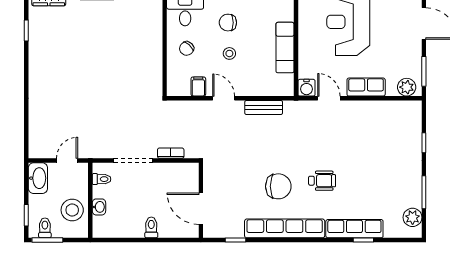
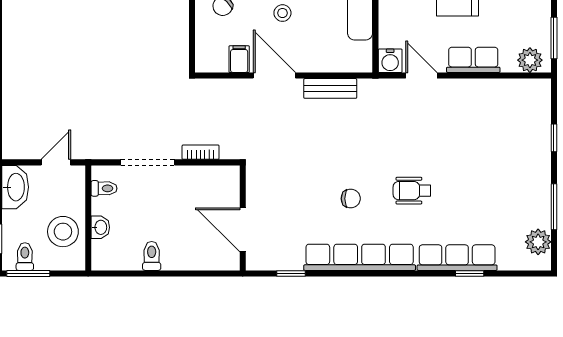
door: (224, 98) -> (274, 76), width x1.38
wheelchair: (322, 181) -> (412, 191), turned 180
chair: (278, 186) -> (351, 199), width x0.54, depth x0.54
toilet: (151, 227) -> (152, 256), moved

